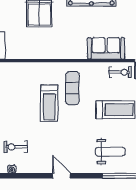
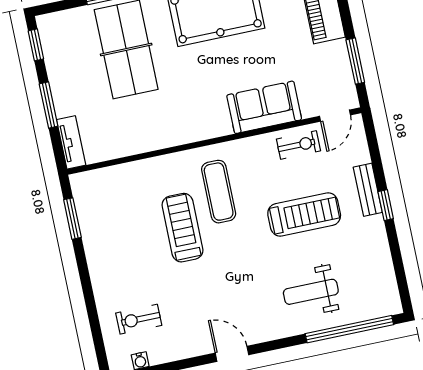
treadmill: (49, 103) -> (183, 228), turned 180
weight bench: (110, 152) -> (311, 292), turned 180

